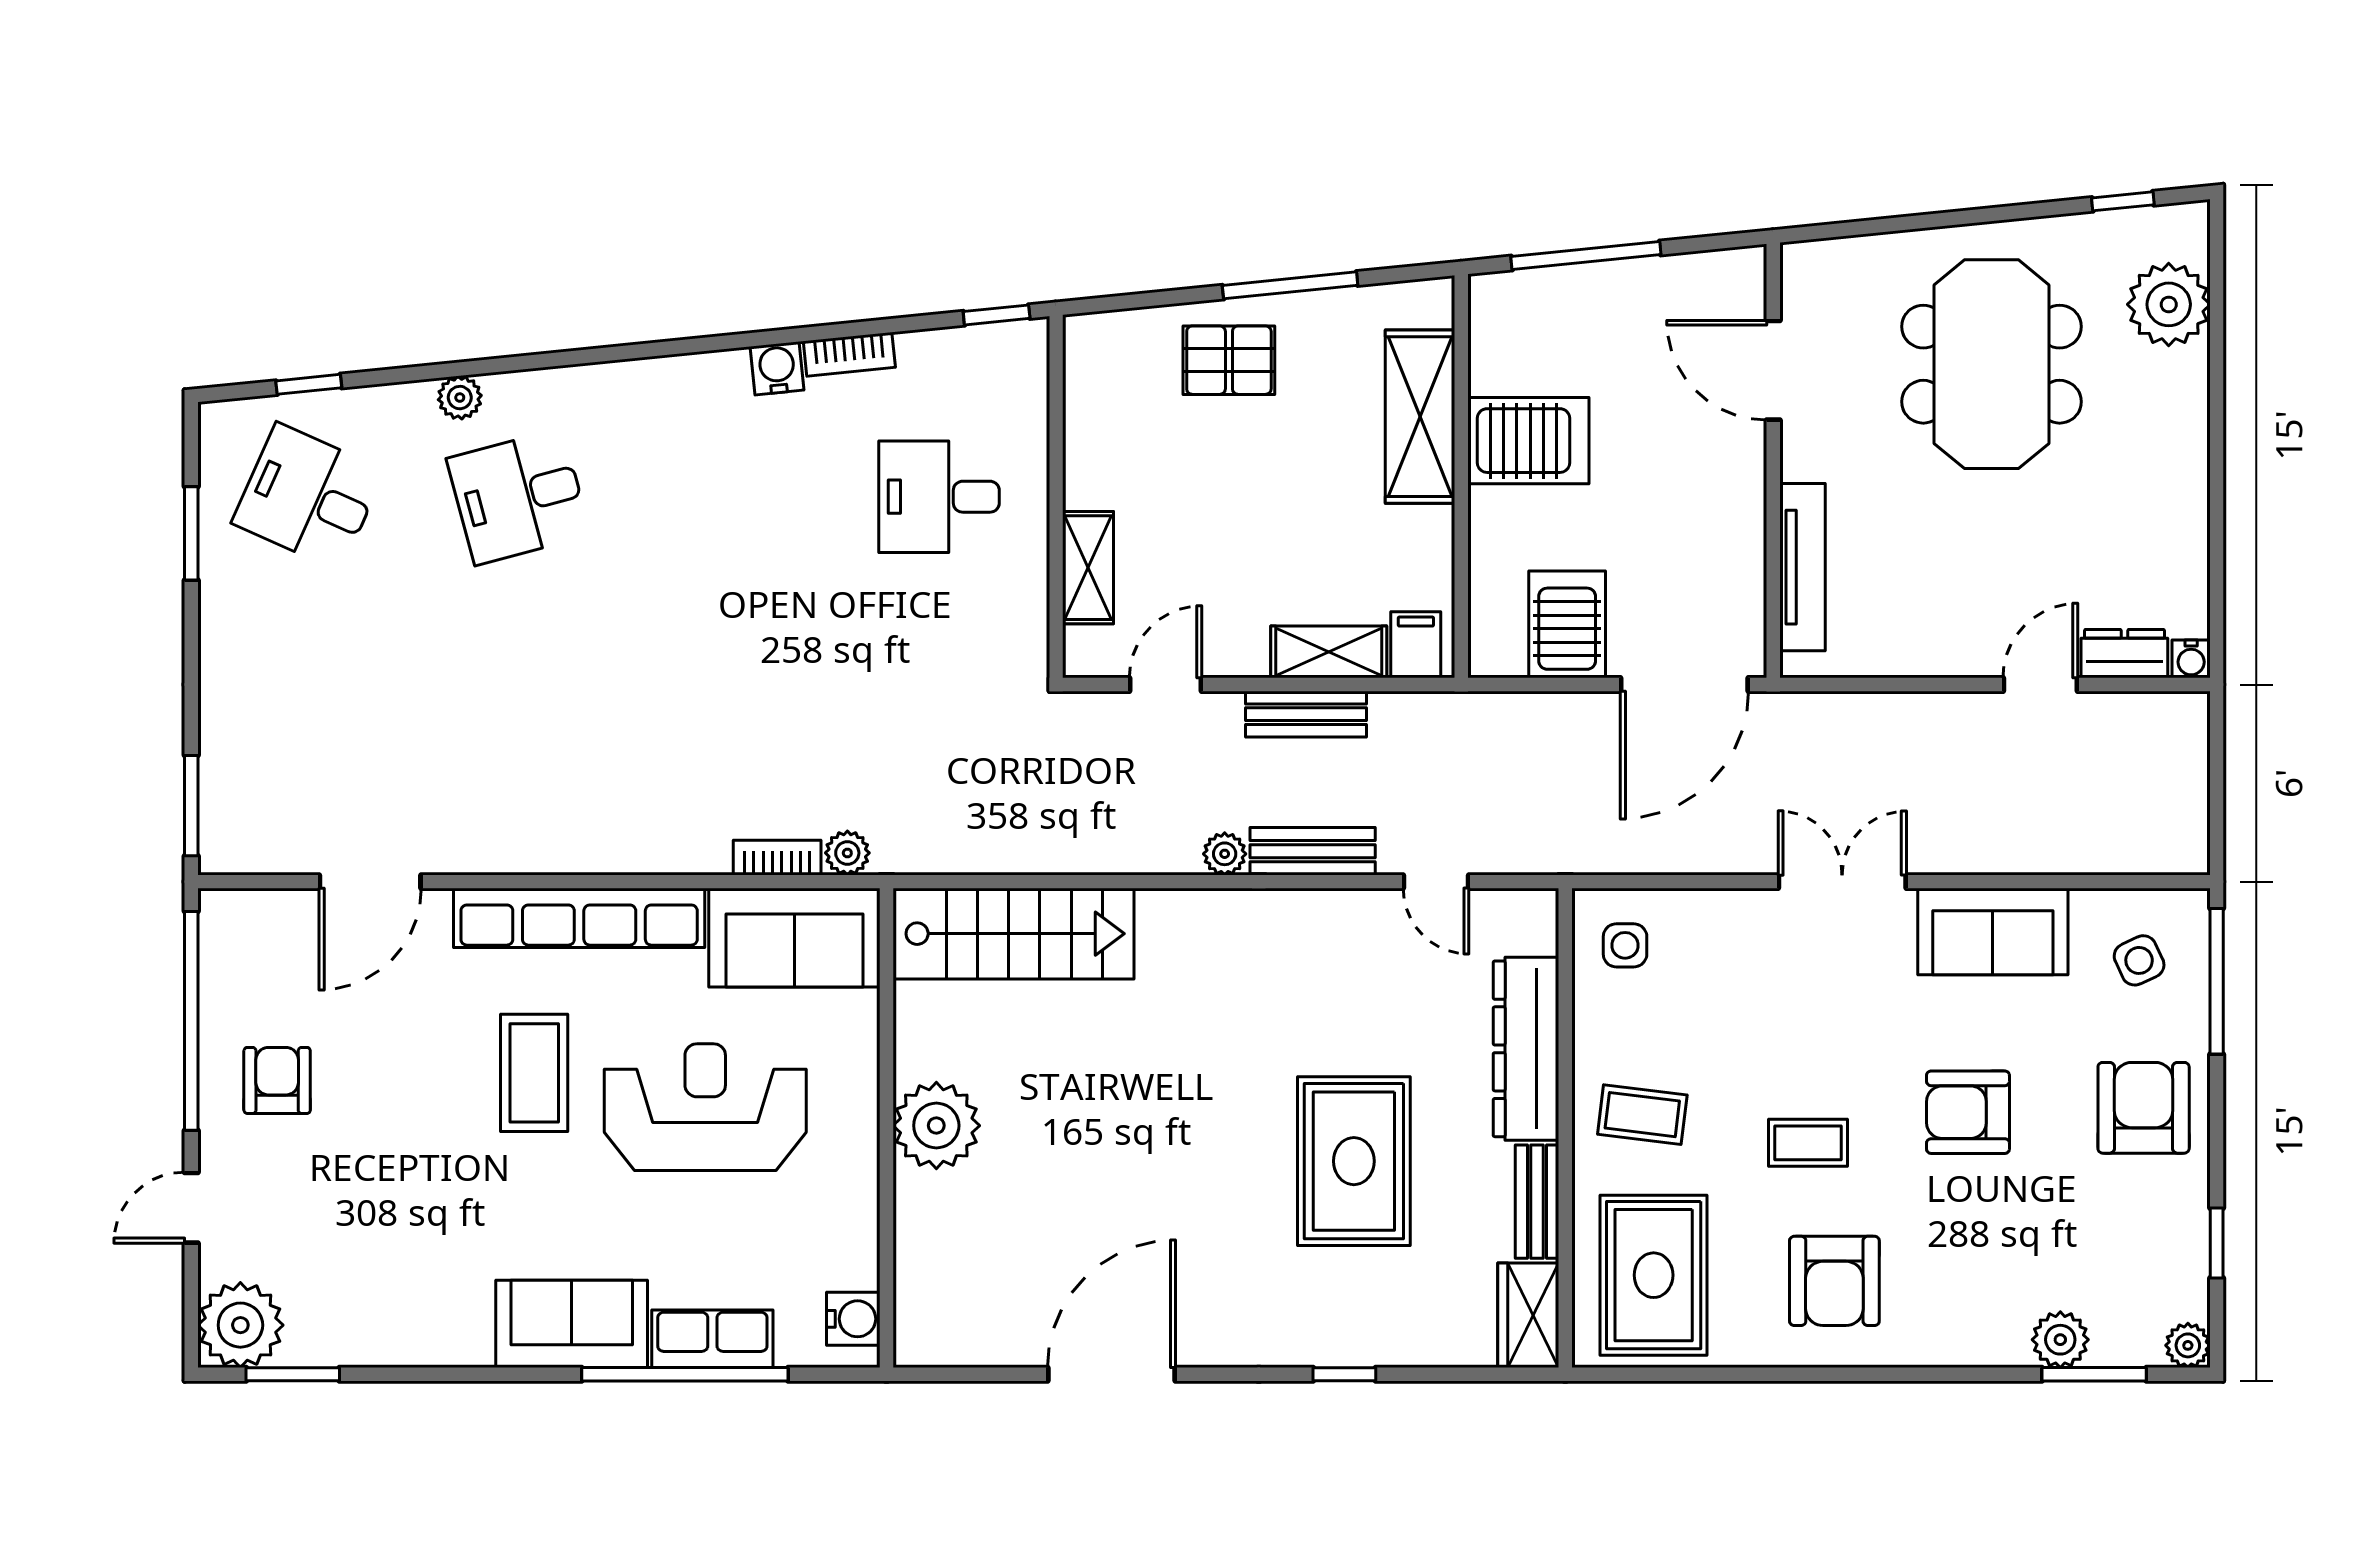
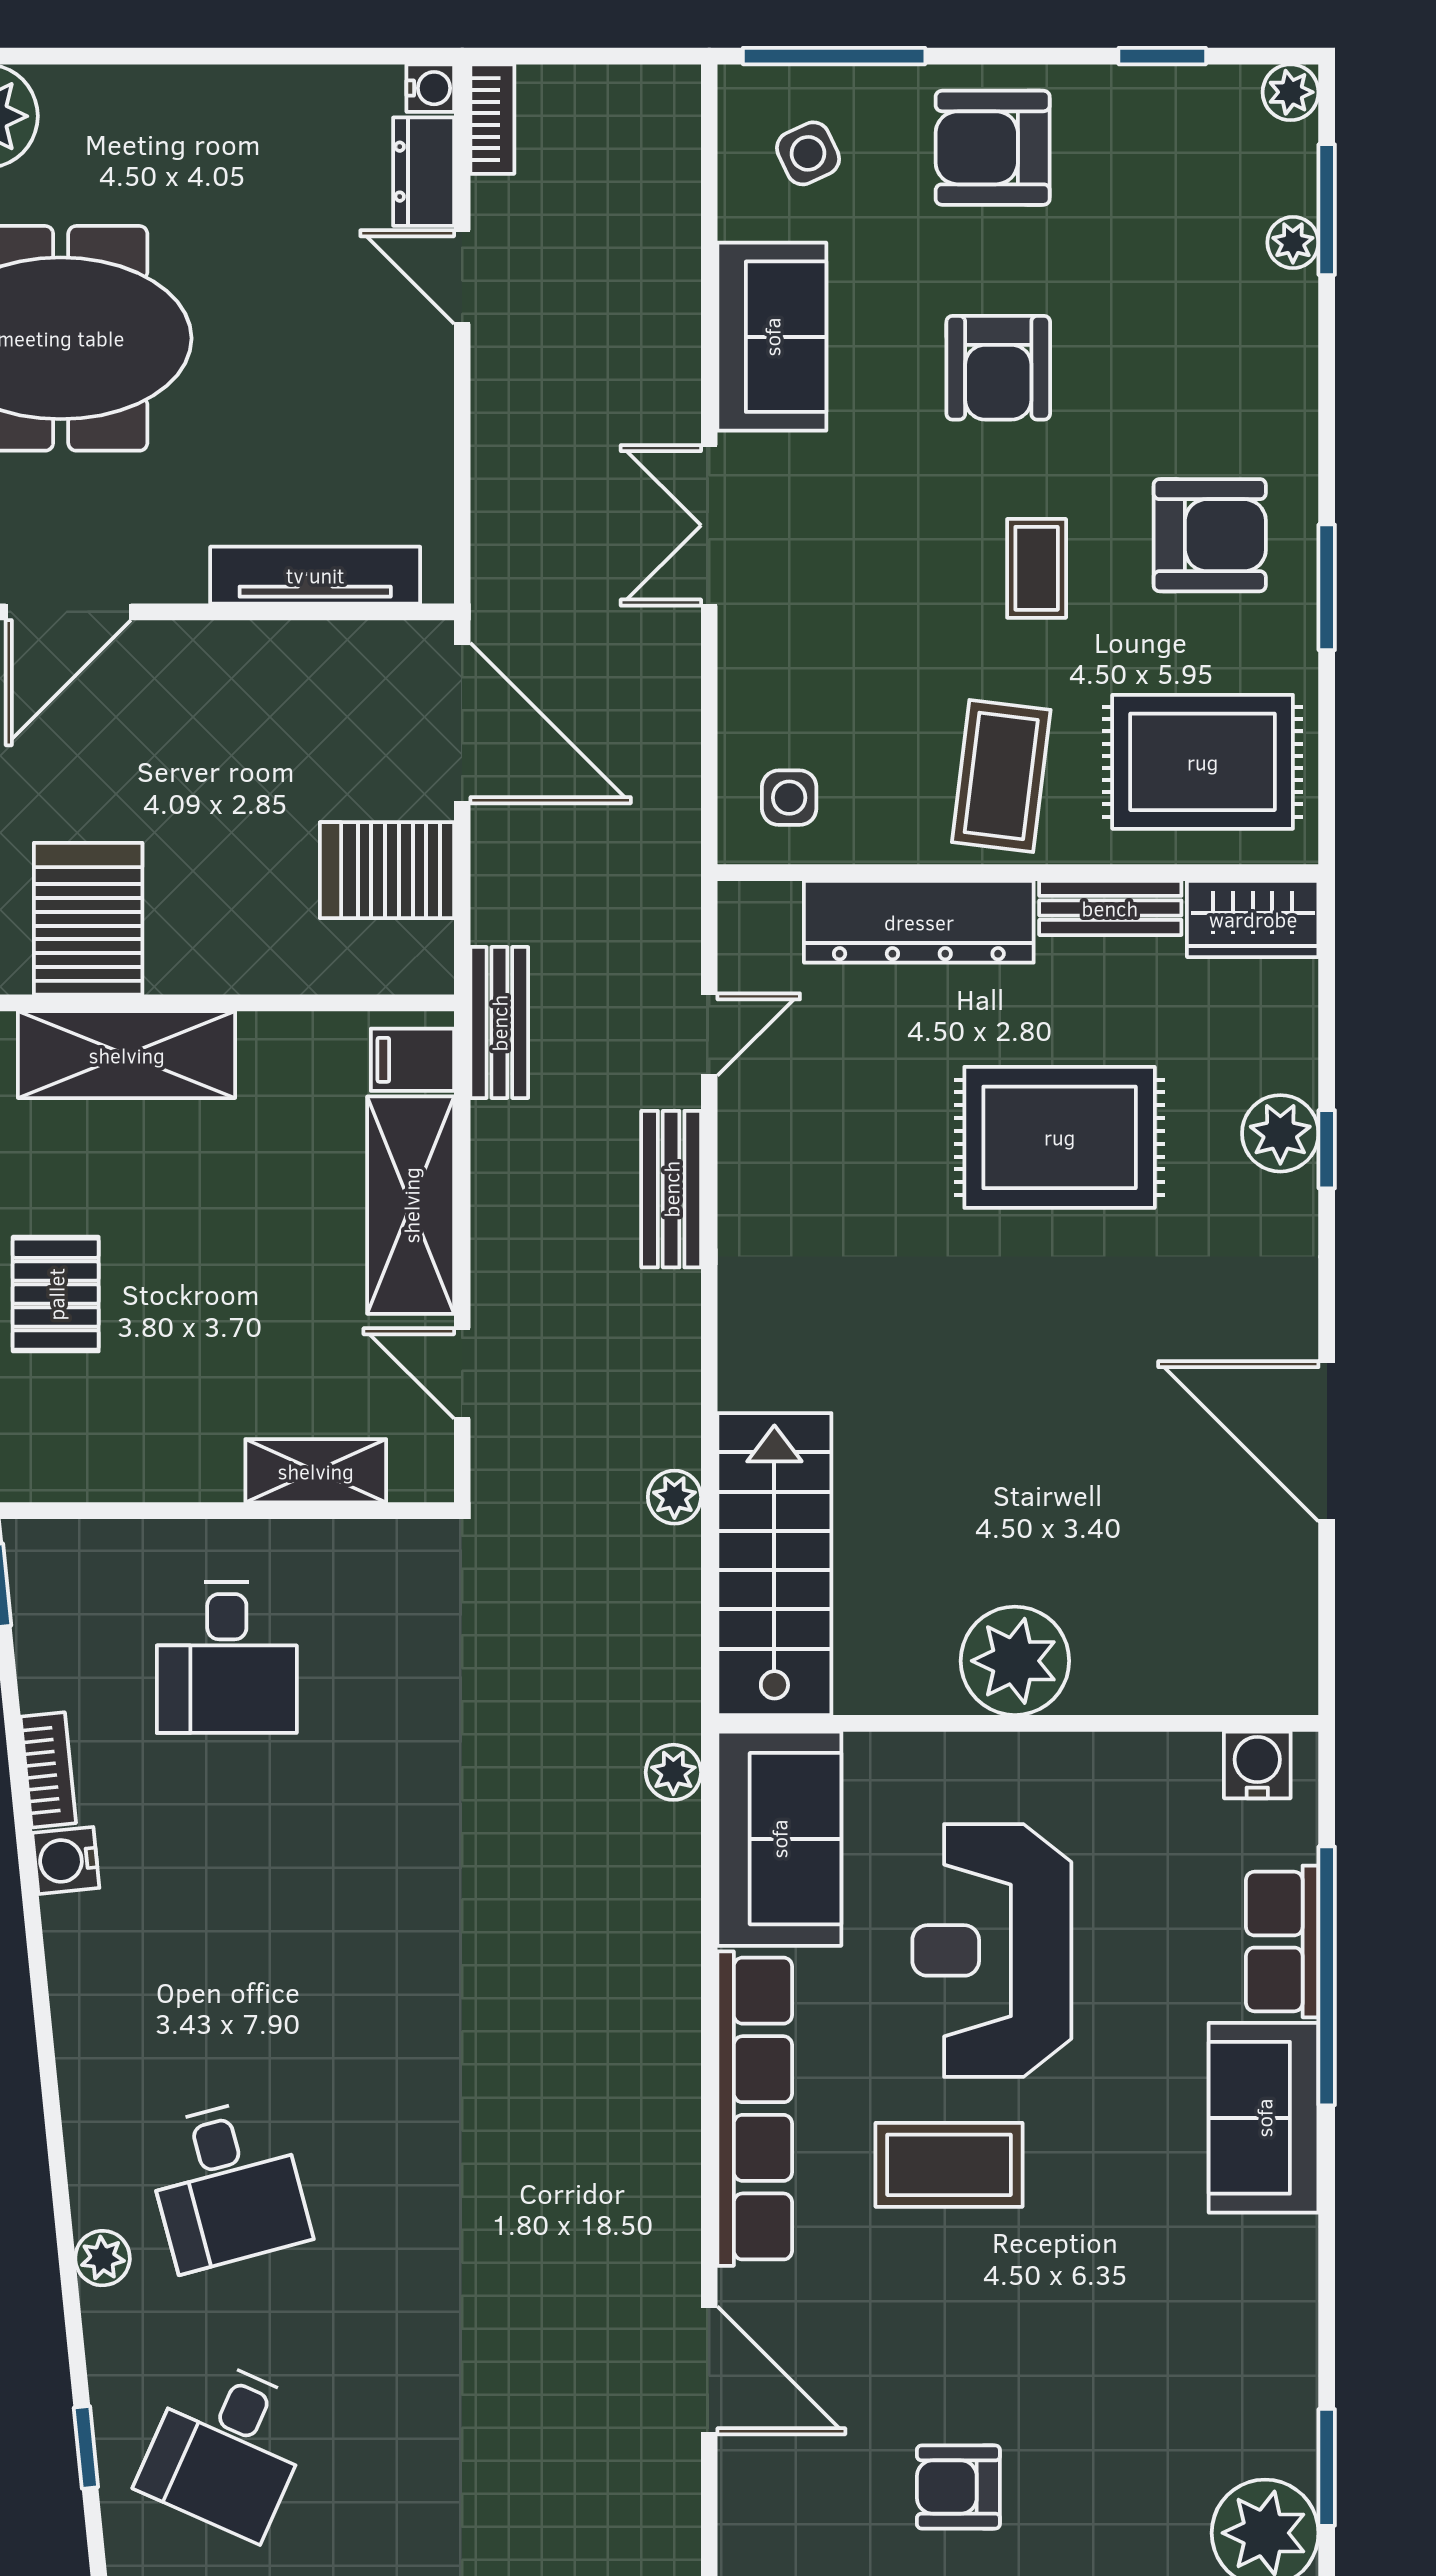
server rack: (1528, 441) -> (88, 919), moved
shelving: (1329, 652) -> (411, 1205), width x1.50, depth x1.33
bench: (1306, 714) -> (499, 1023), moved
plant: (1225, 854) -> (674, 1497), moved
bookcase: (777, 858) -> (492, 119), moved, turned 180
coffee table: (1642, 1115) -> (1001, 776), width x1.36, depth x1.30
plant: (1357, 1337) -> (1280, 1133), added
plant: (2060, 1340) -> (1293, 242), width x0.73, depth x0.73
window: (1793, 1374) -> (1327, 587), added

